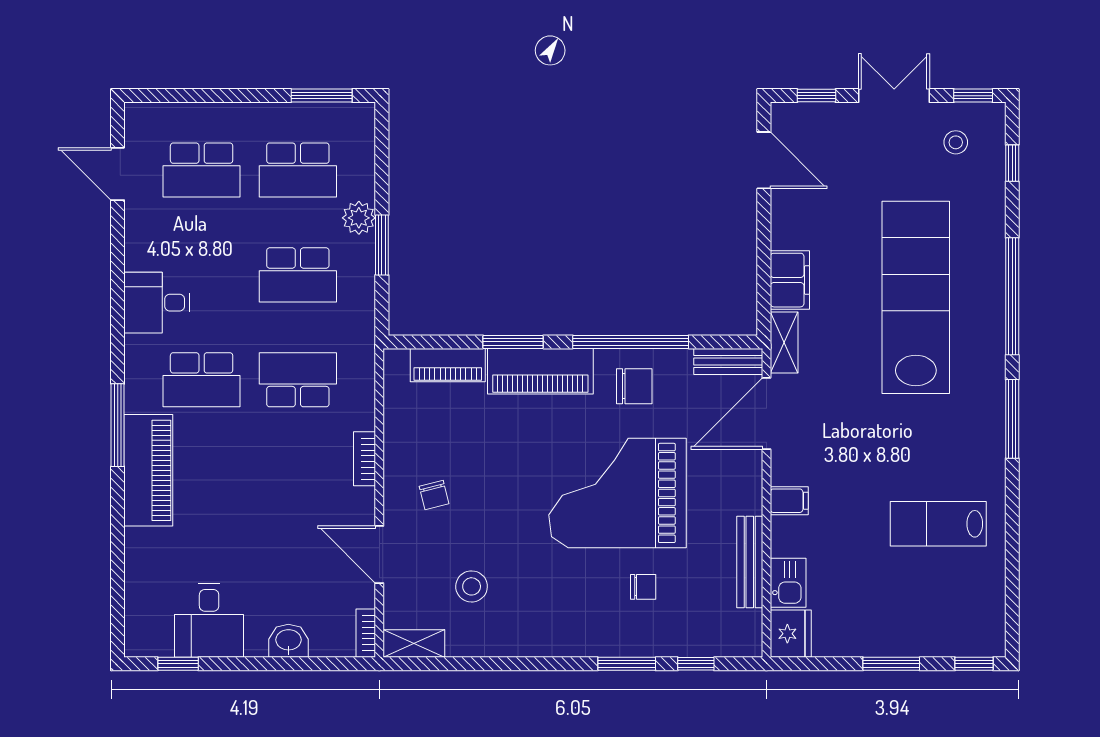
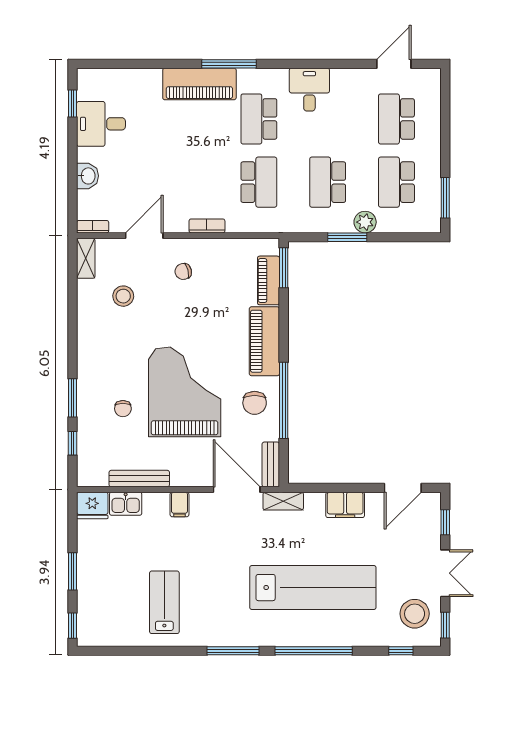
stool: (956, 142) -> (415, 614), width x1.89, depth x1.89
filing cabinet: (790, 280) -> (345, 505), moved
window: (513, 342) -> (284, 268), moved

